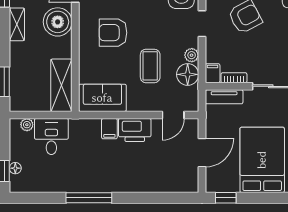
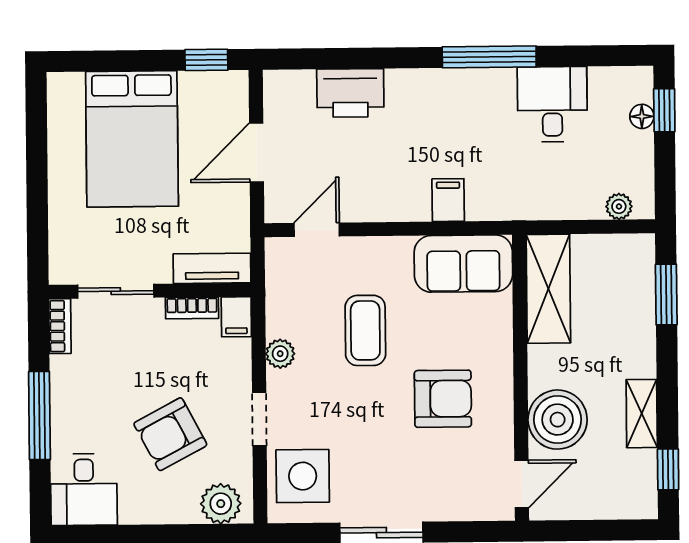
floor lamp: (188, 74) -> (288, 314), removed
printer: (135, 130) -> (350, 93), moved, turned 180
desk: (51, 137) -> (552, 104), moved, turned 180

